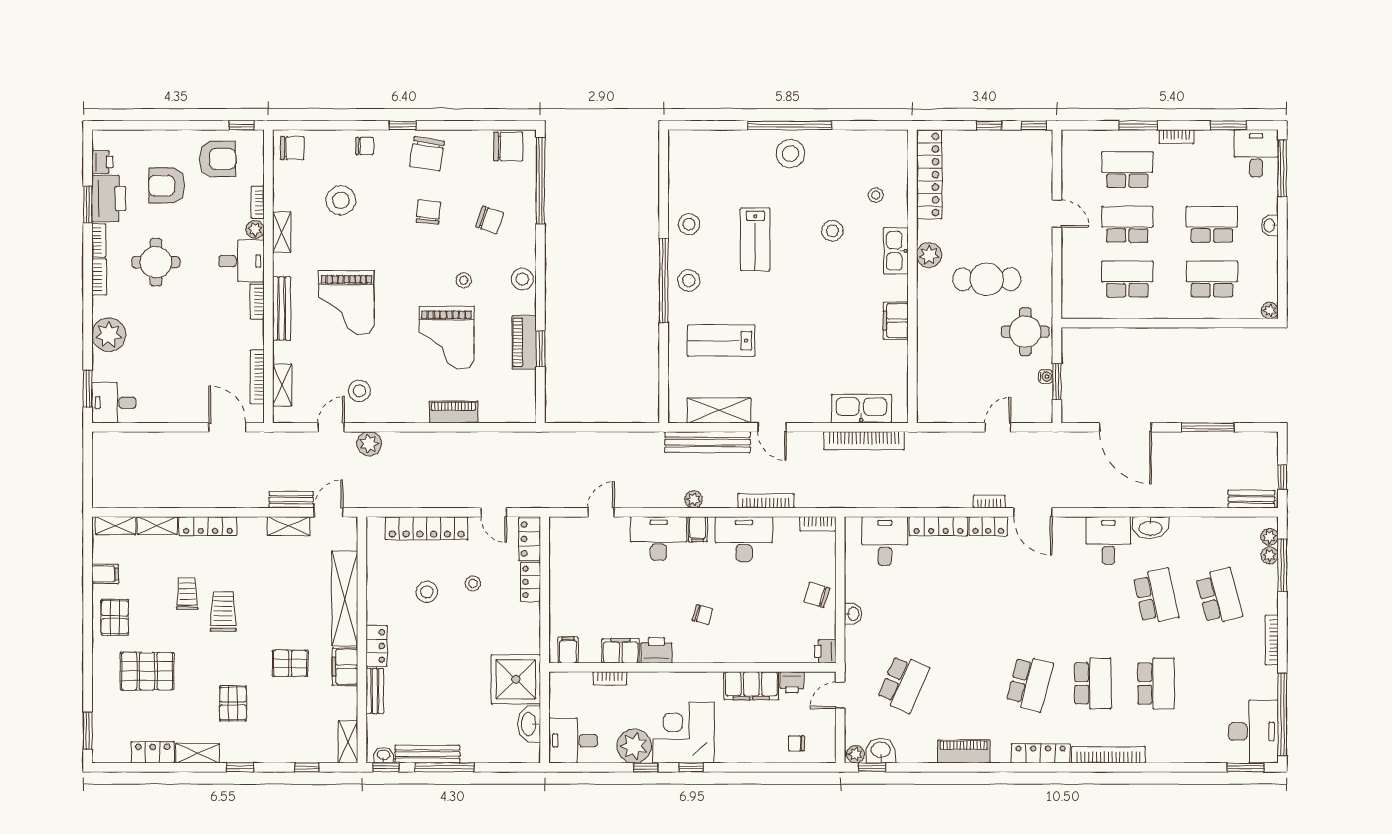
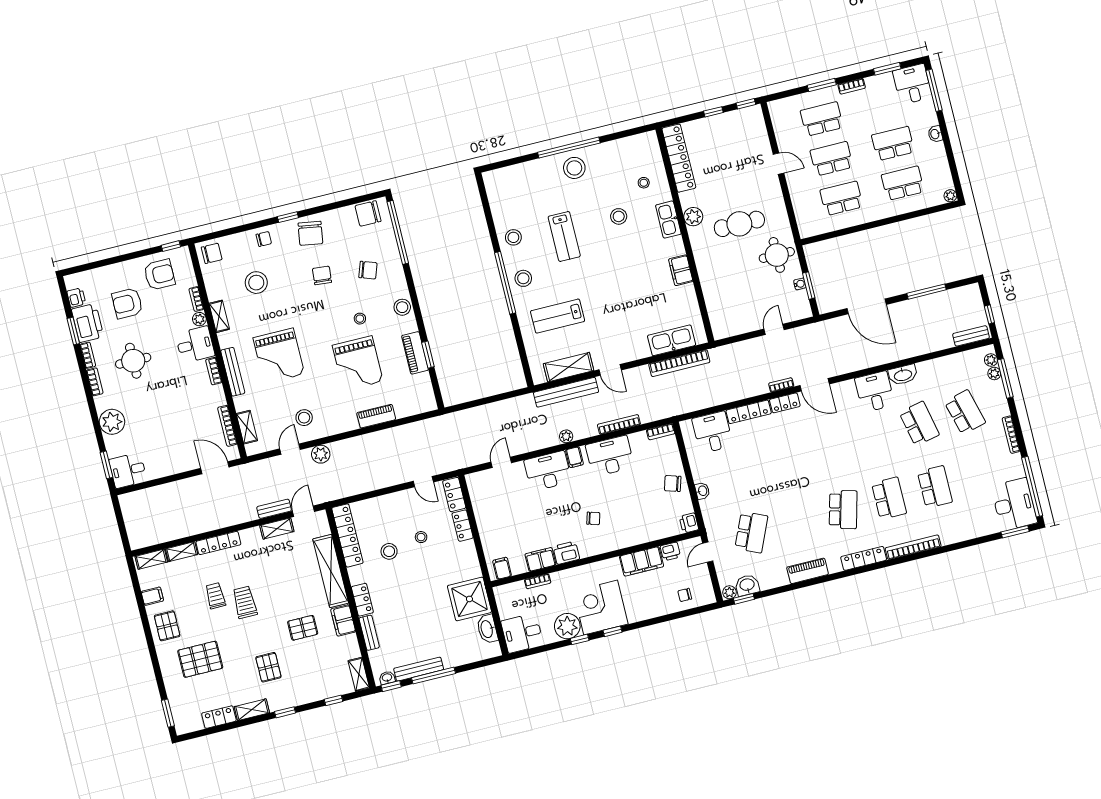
chair: (508, 146) -> (368, 213), turned 180
locker: (427, 528) -> (347, 535), moved, turned -90

